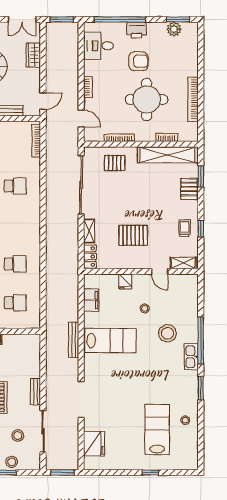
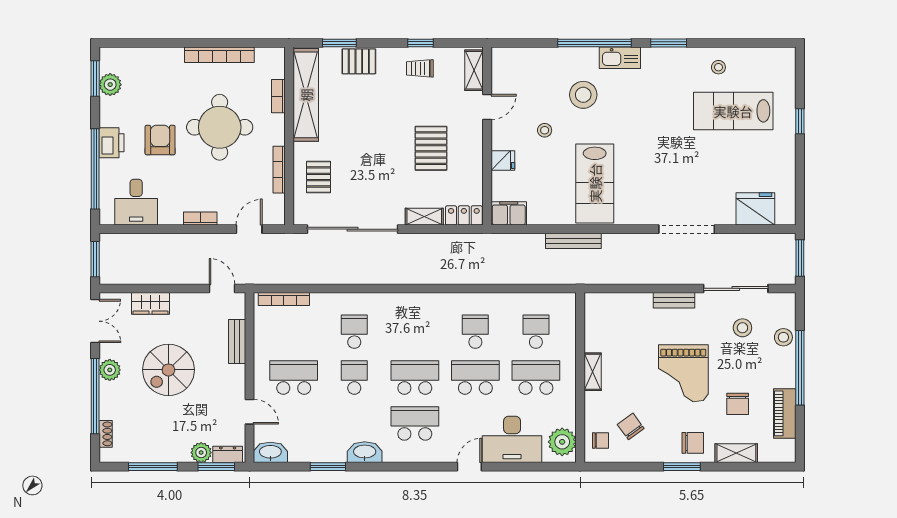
filing cabinet: (91, 300) -> (509, 213), moved
bench: (74, 340) -> (573, 241), moved
lab bench: (110, 341) -> (595, 183), turned 180

